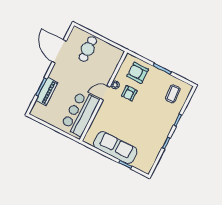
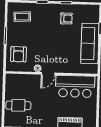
door: (105, 93) -> (48, 74), hinge flipped
armchair: (129, 93) -> (66, 18), moved

